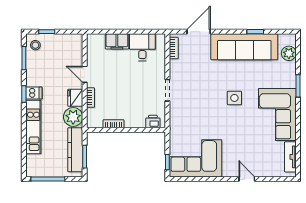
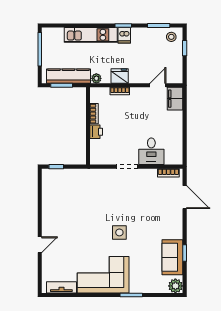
filing cabinet: (117, 41) -> (175, 99), moved
desk: (142, 47) -> (151, 151), moved, turned 90
sofa: (244, 47) -> (172, 257), width x0.54, depth x0.79
plant: (289, 53) -> (175, 286), moved
door: (85, 74) -> (158, 85), moved
plant: (73, 117) -> (96, 78), width x0.53, depth x0.53
printer: (153, 122) -> (96, 132), moved
corner sofa: (196, 158) -> (60, 194), removed

